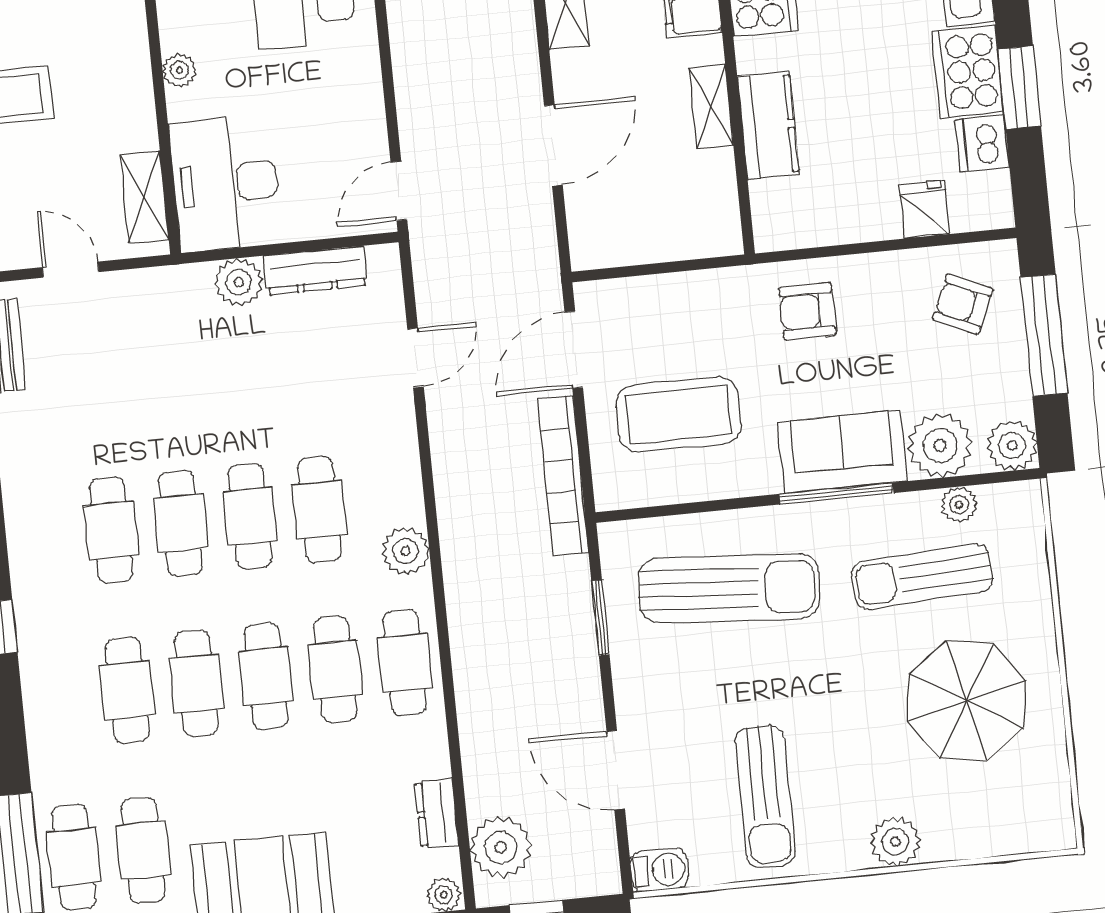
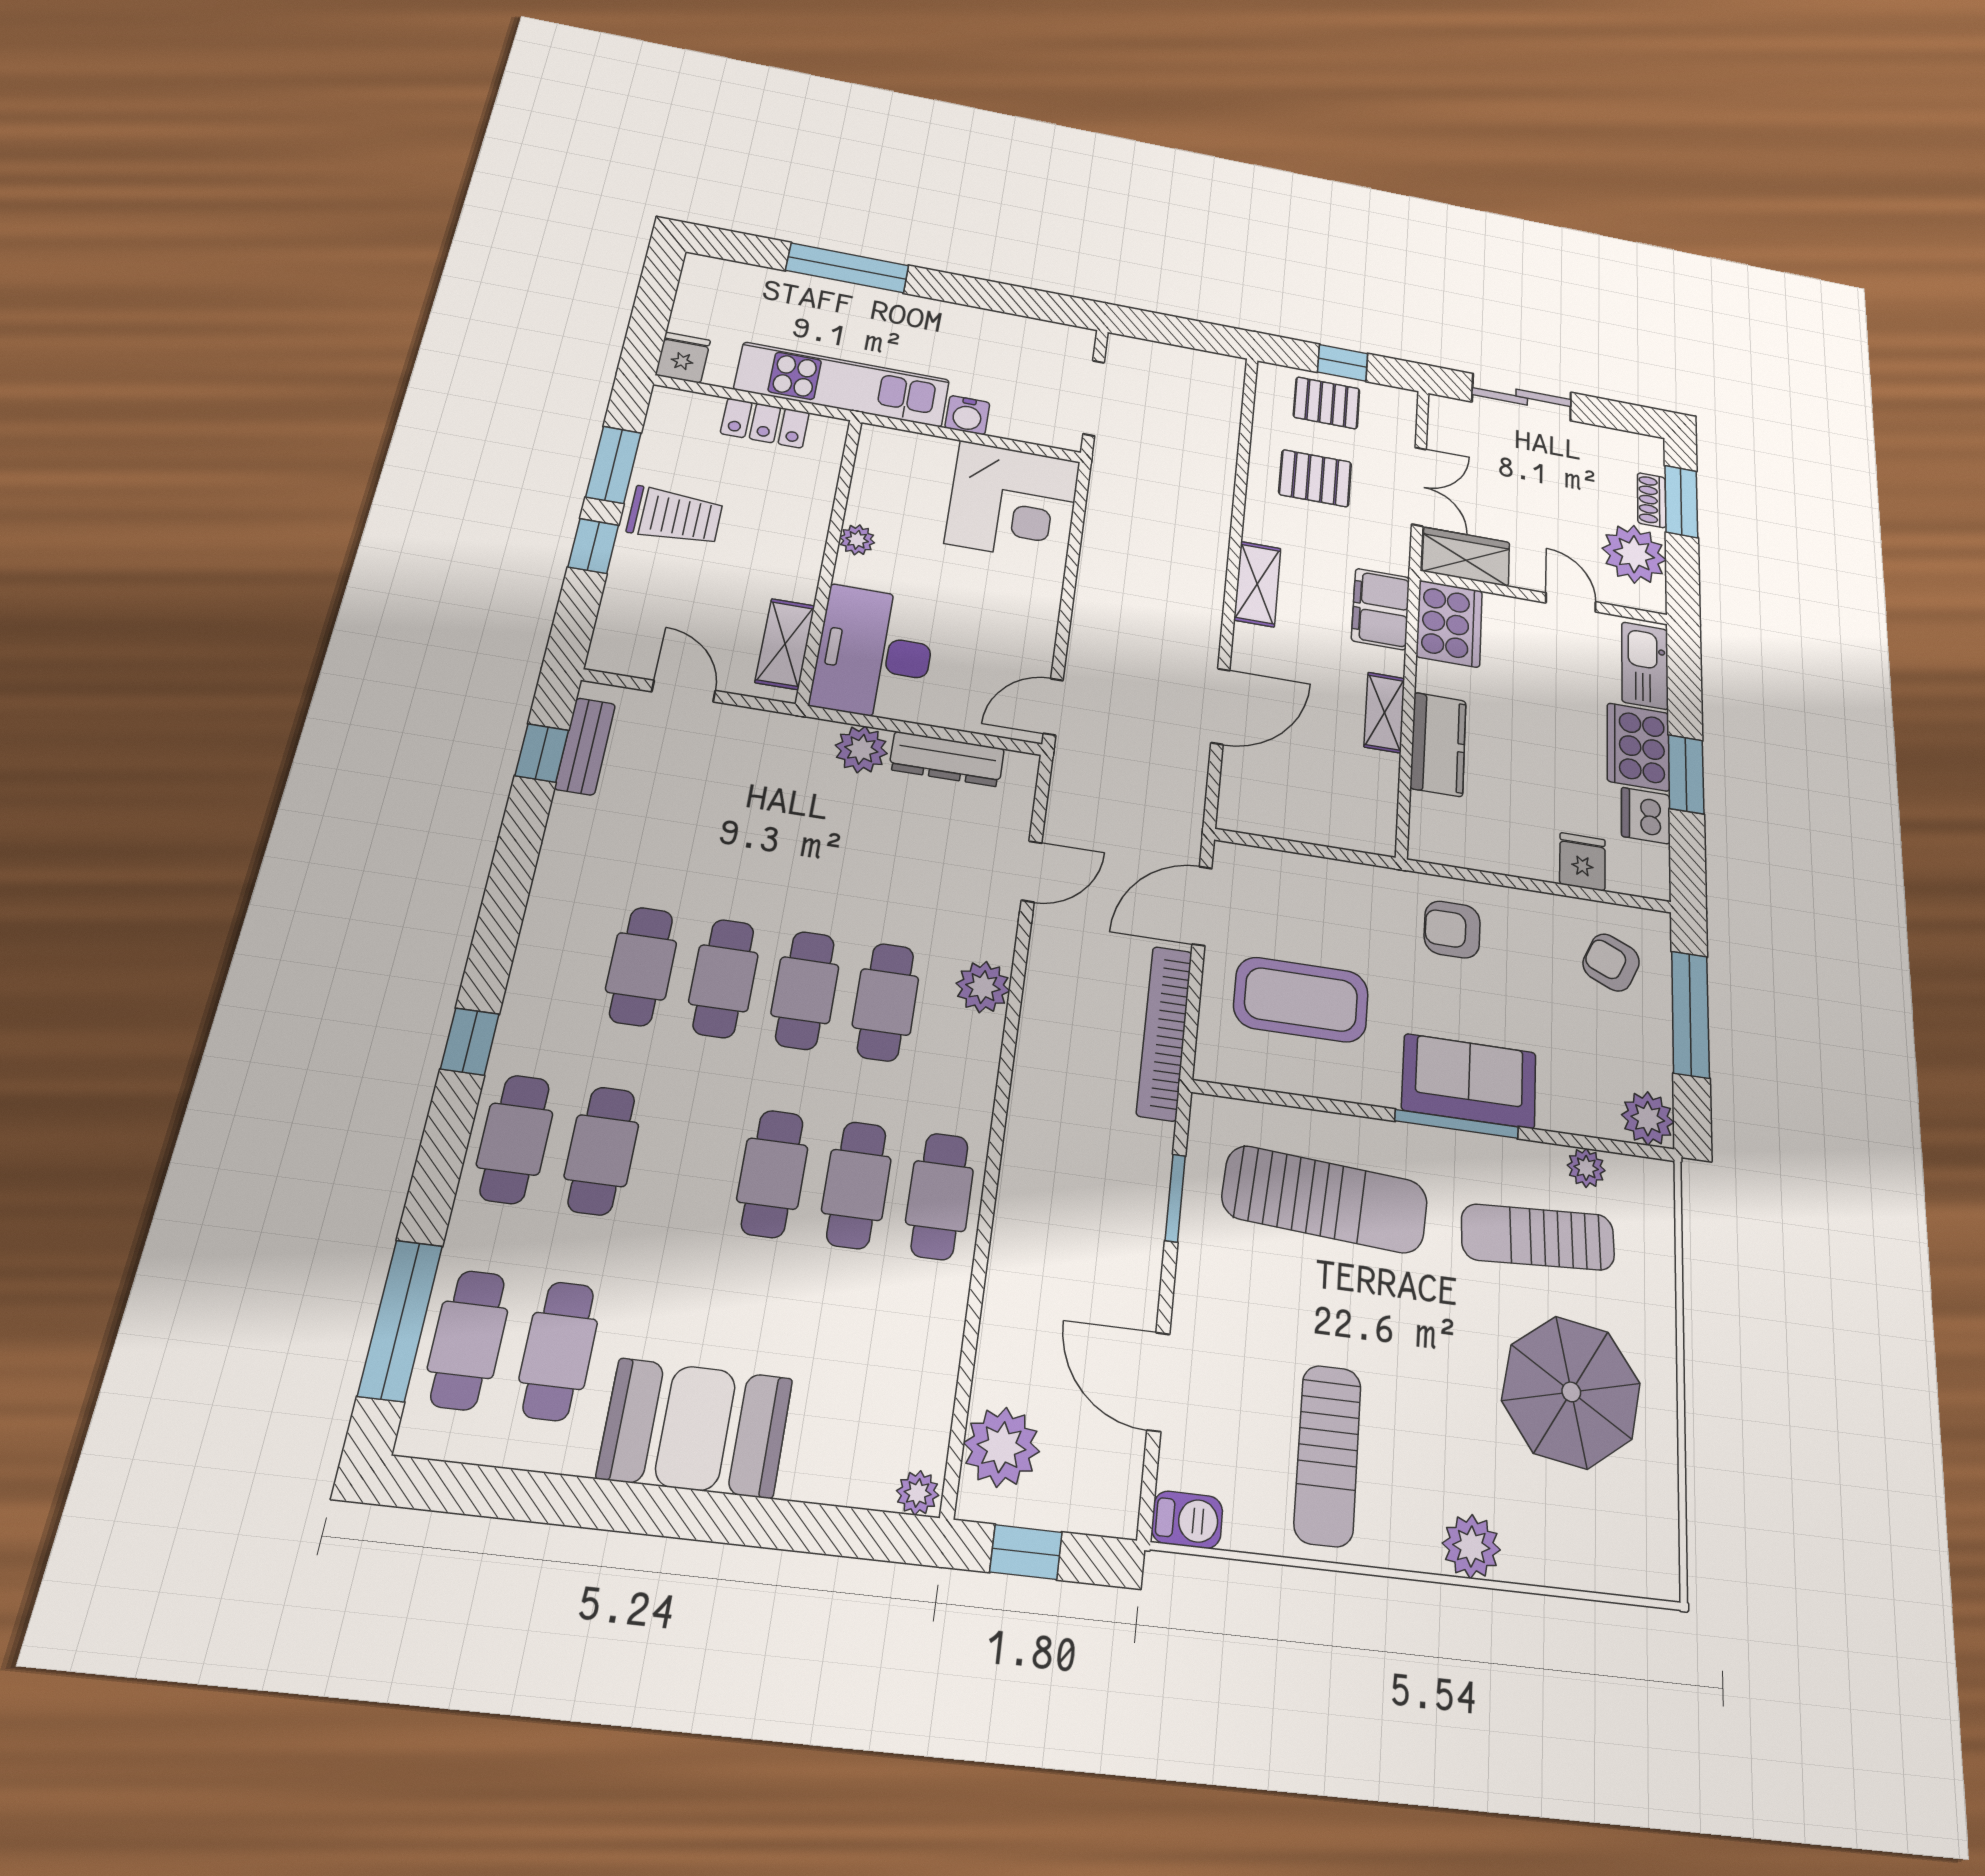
plant: (940, 446) -> (1573, 1100), removed
plant: (406, 551) -> (983, 987), moved
cafe table: (197, 683) -> (515, 1139), moved
dresser: (437, 813) -> (934, 1387), removed

